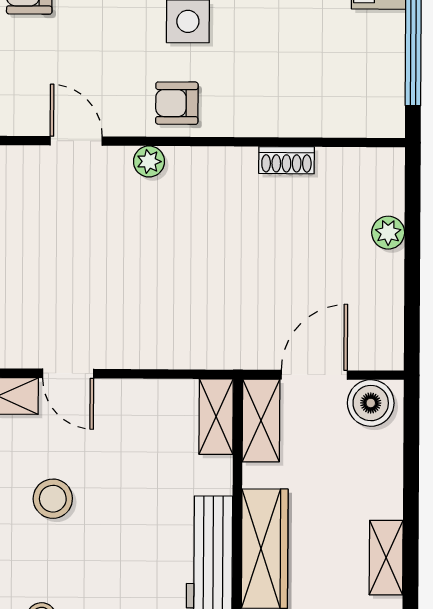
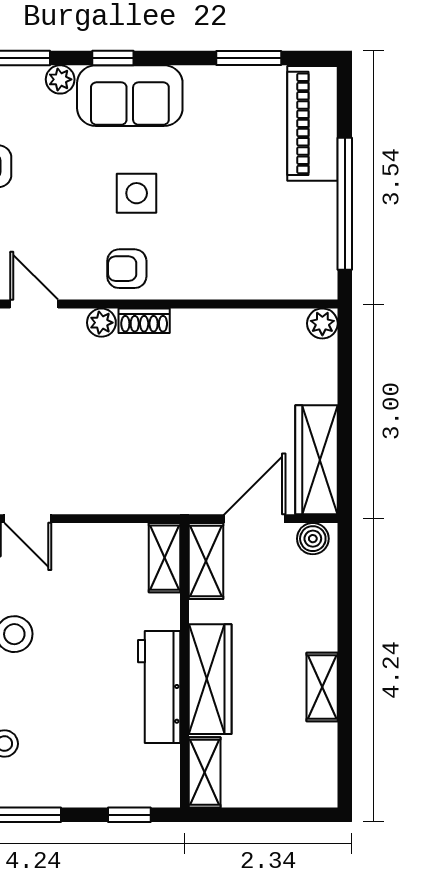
shoe rack: (286, 160) -> (144, 321), moved
plant: (388, 233) -> (322, 323), moved
wardrobe: (381, 311) -> (316, 460), added
boiler: (371, 403) -> (313, 539), width x0.73, depth x0.73

